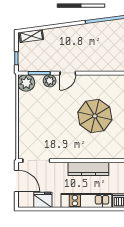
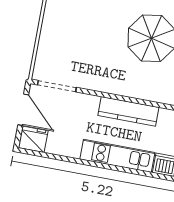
fridge: (43, 200) -> (33, 139), moved

